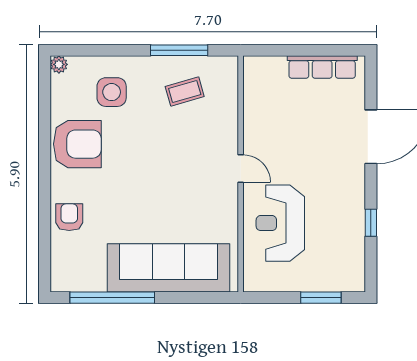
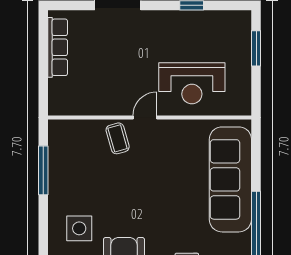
coffee table: (185, 91) -> (118, 138), moved

